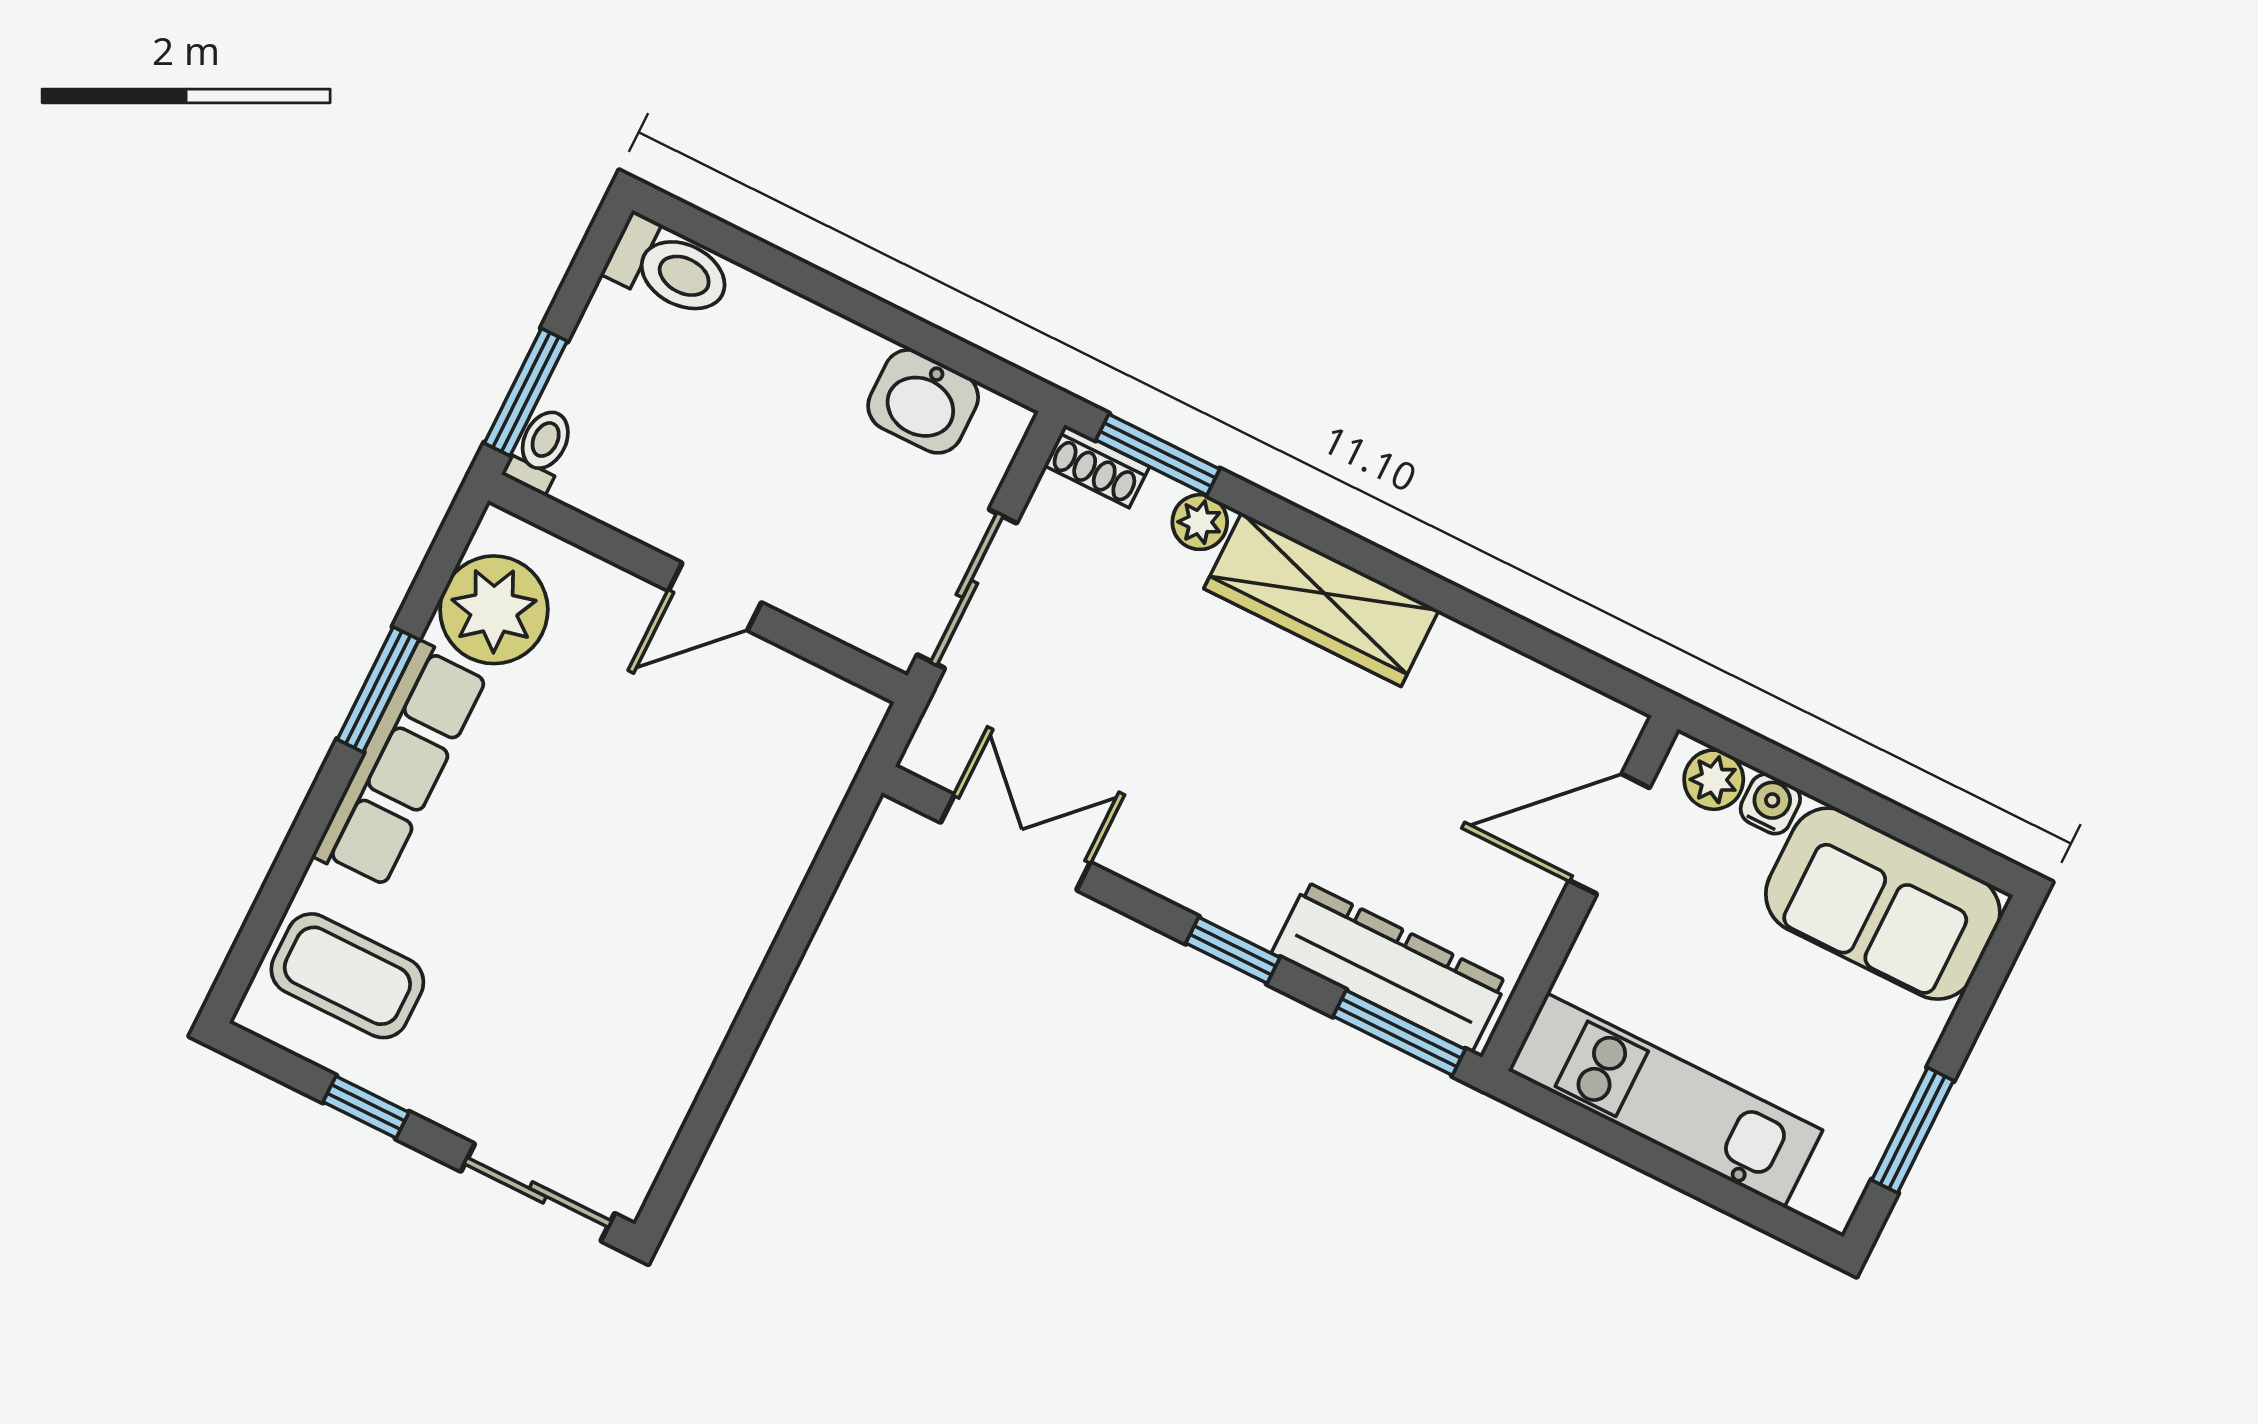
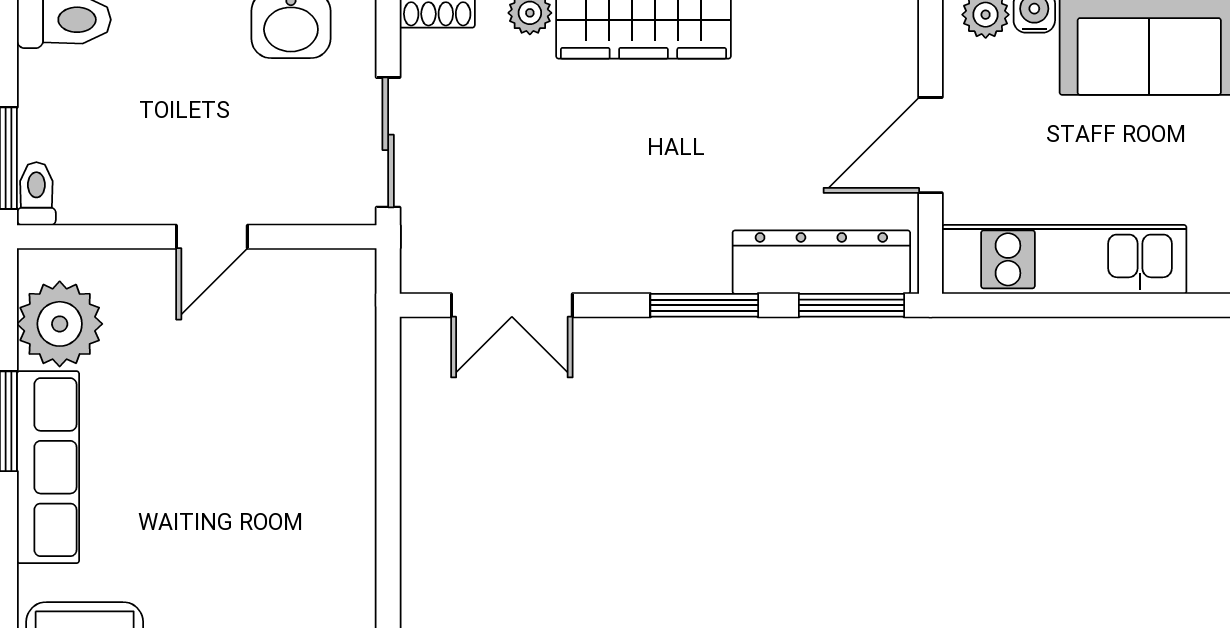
door: (1609, 834) -> (931, 145), moved
double door: (1015, 842) -> (512, 305), swing flipped
window: (1233, 950) -> (704, 305), width x1.50

